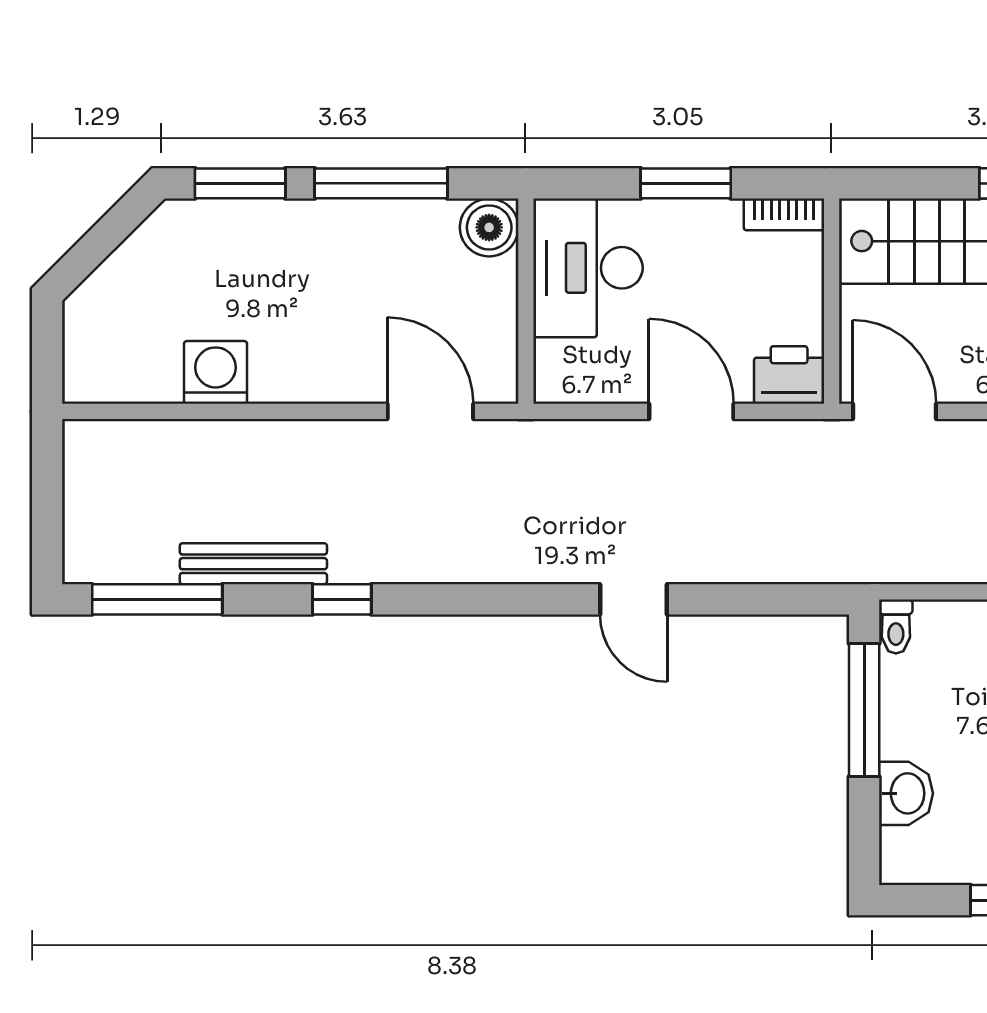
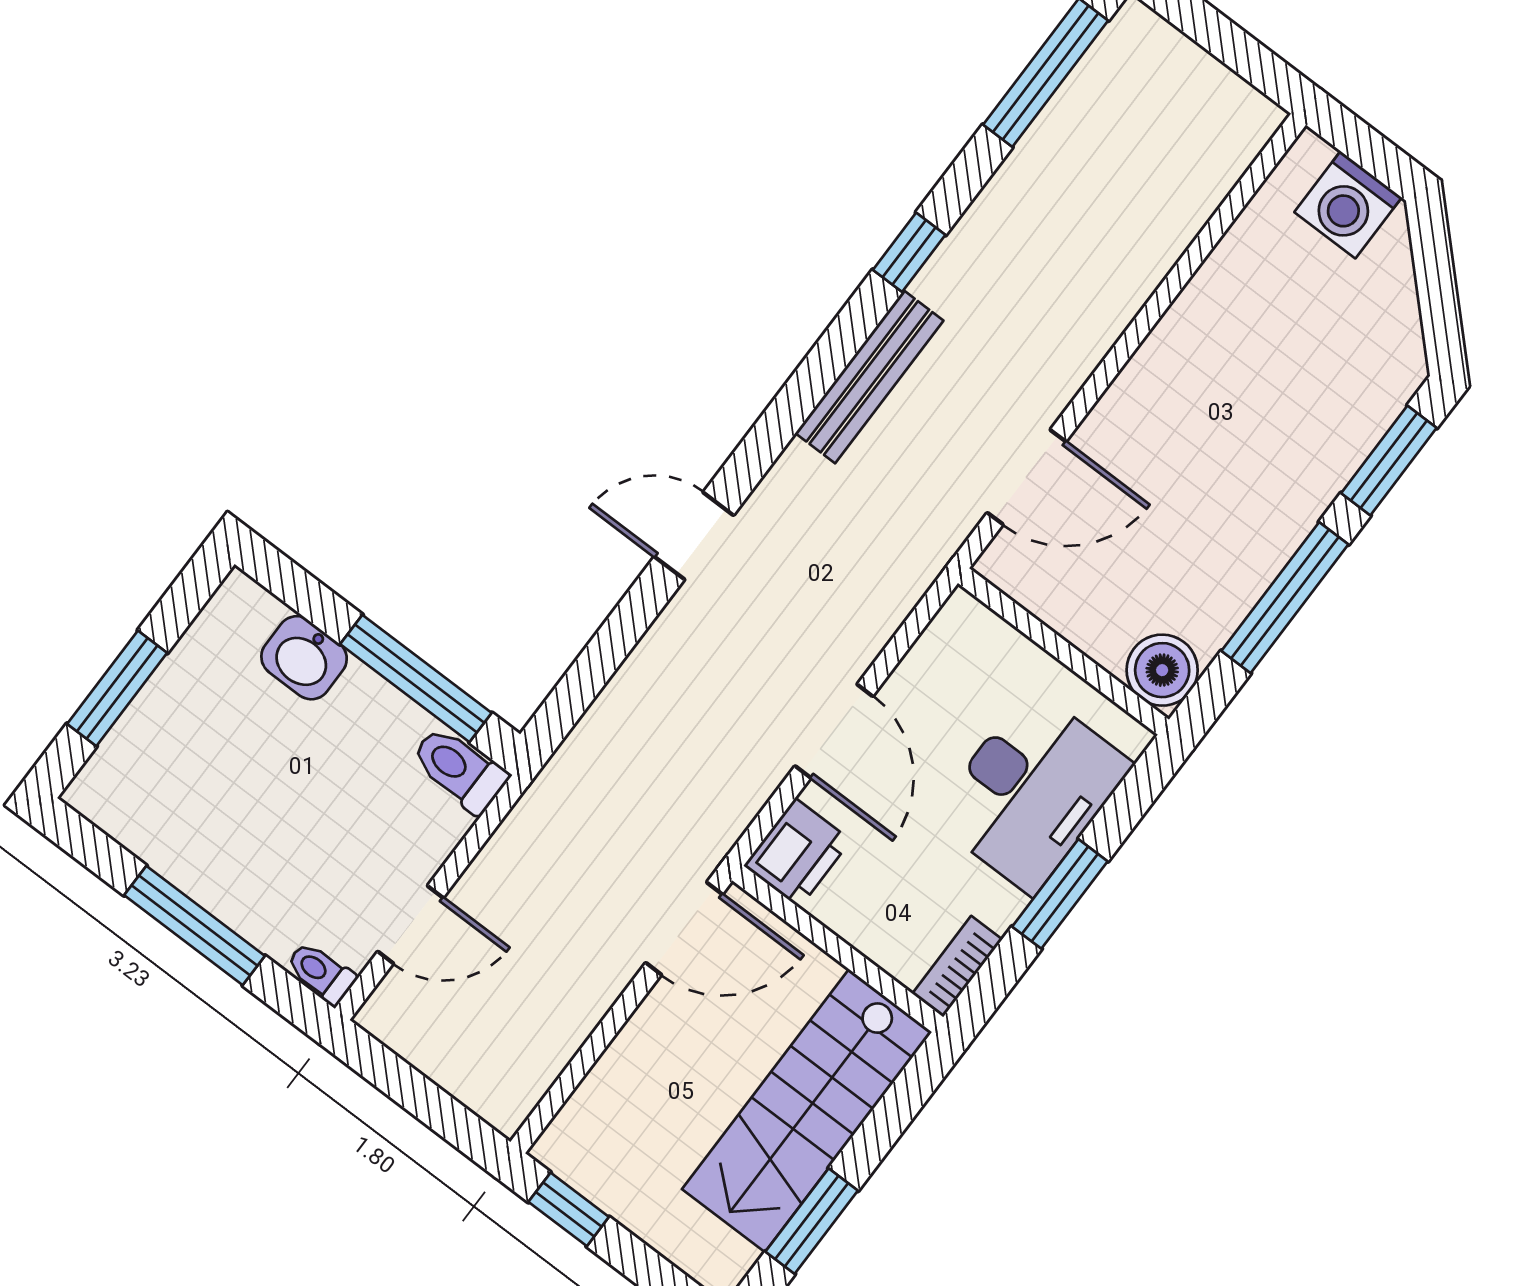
desk: (588, 268) -> (1031, 791), moved, turned 90
washing machine: (216, 372) -> (1348, 205), moved, turned 90
door: (691, 411) -> (834, 731), hinge flipped
bench: (253, 564) -> (869, 377), moved
toilet: (896, 626) -> (459, 769), width x1.37, depth x1.39

